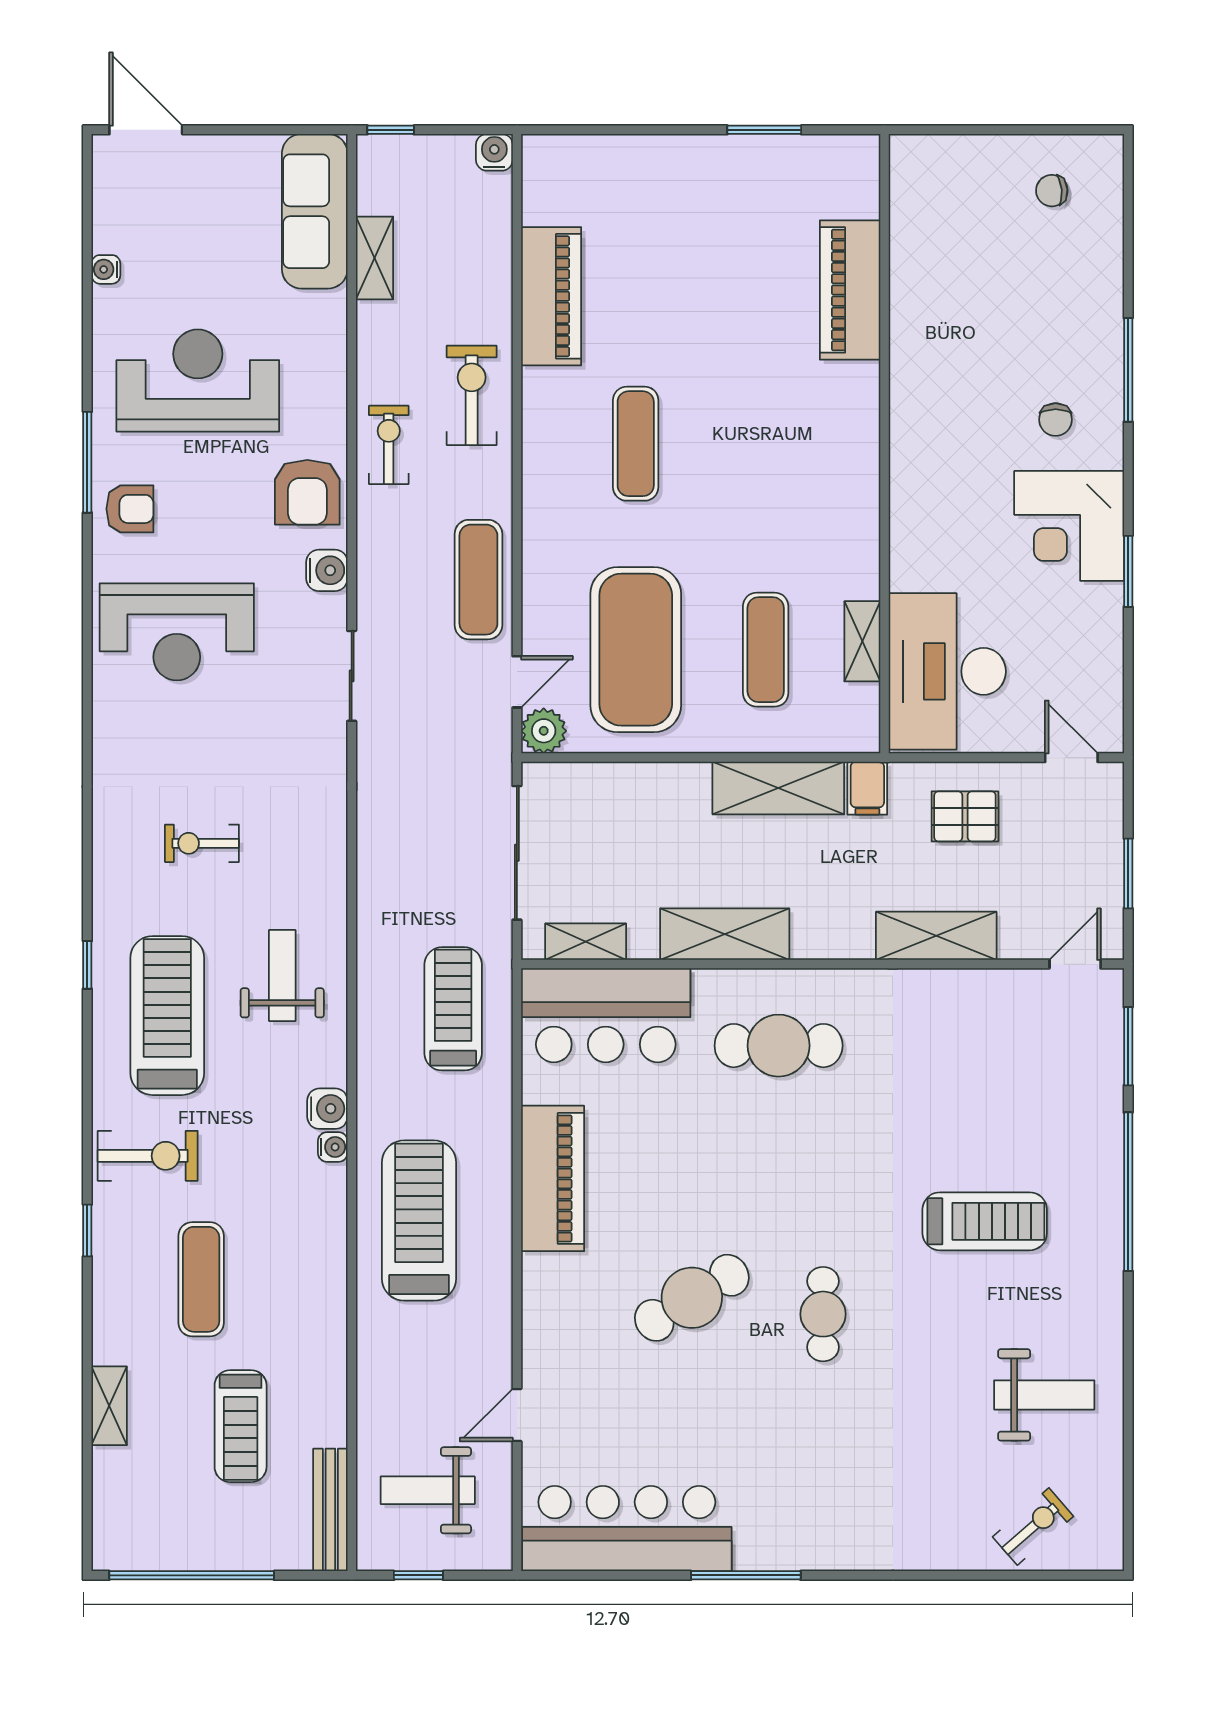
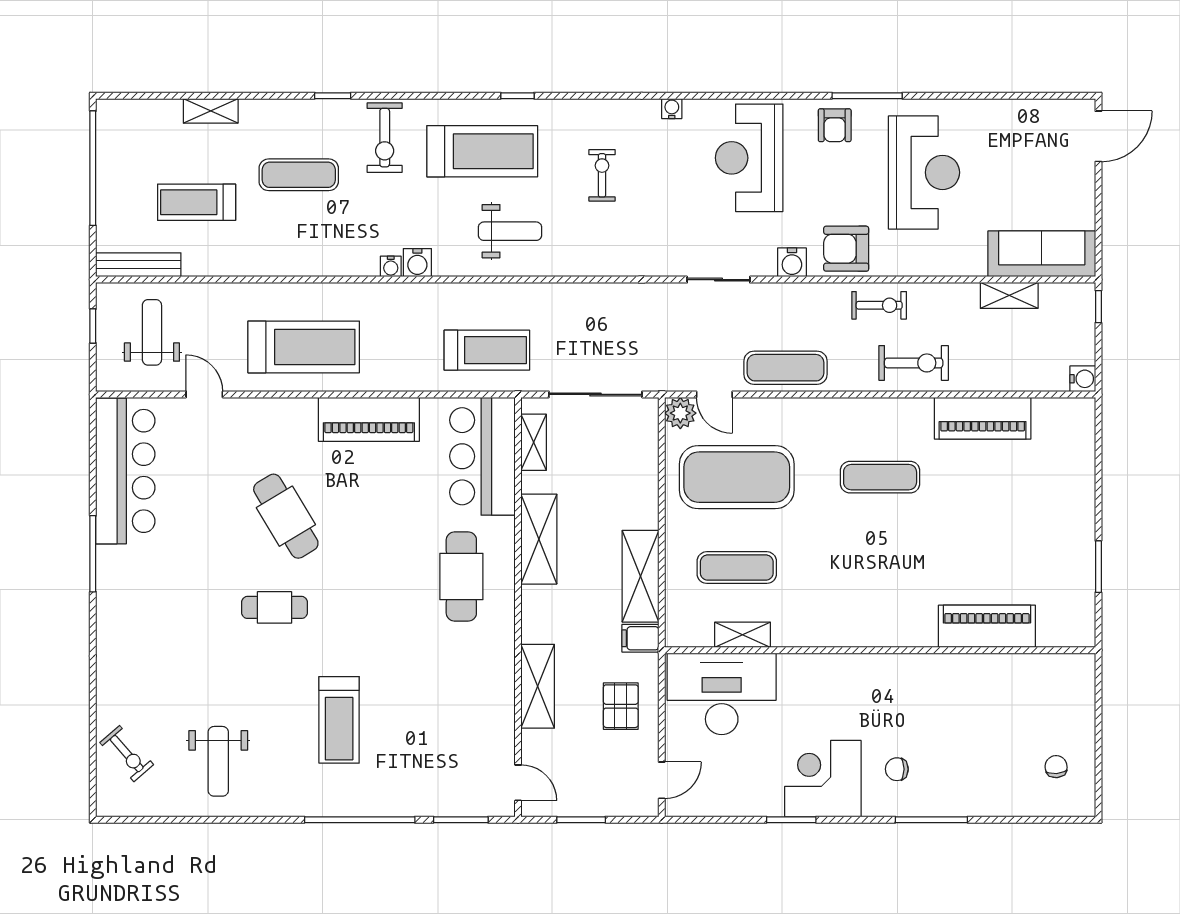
water cooler: (106, 269) -> (672, 109), moved
treadmill: (419, 1221) -> (304, 347), moved

